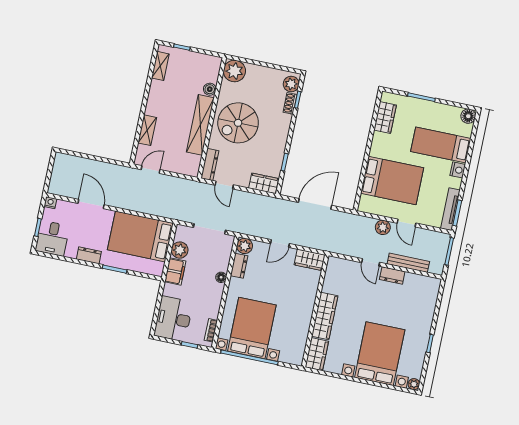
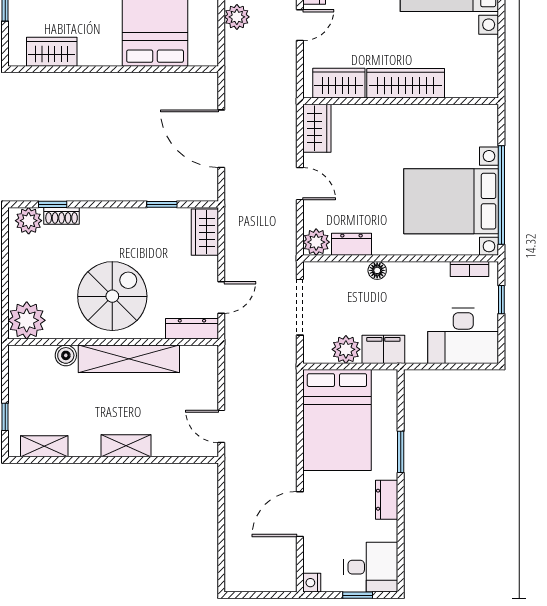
spiral stairs: (238, 123) -> (112, 296), turned -90
shelving: (147, 130) -> (126, 446), moved
wardrobe: (317, 354) -> (339, 83), moved

